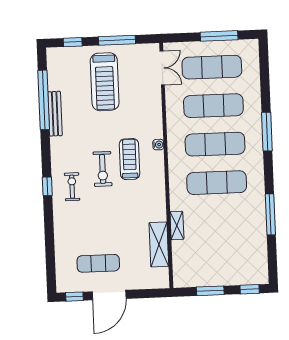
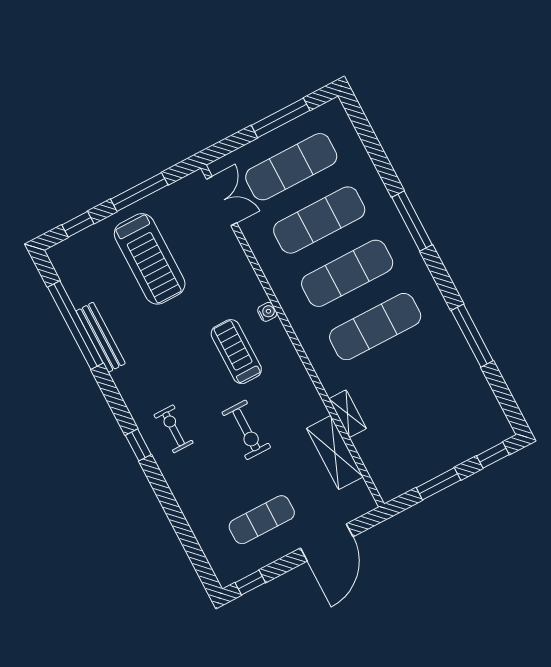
exercise bike: (103, 169) -> (246, 430), moved
door: (109, 295) -> (327, 542), moved

